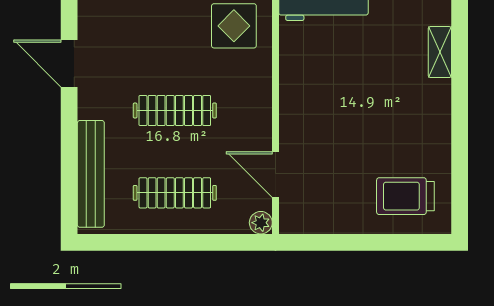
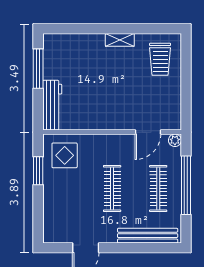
shelving: (440, 52) -> (120, 40), moved
window: (181, 242) -> (186, 185), added

